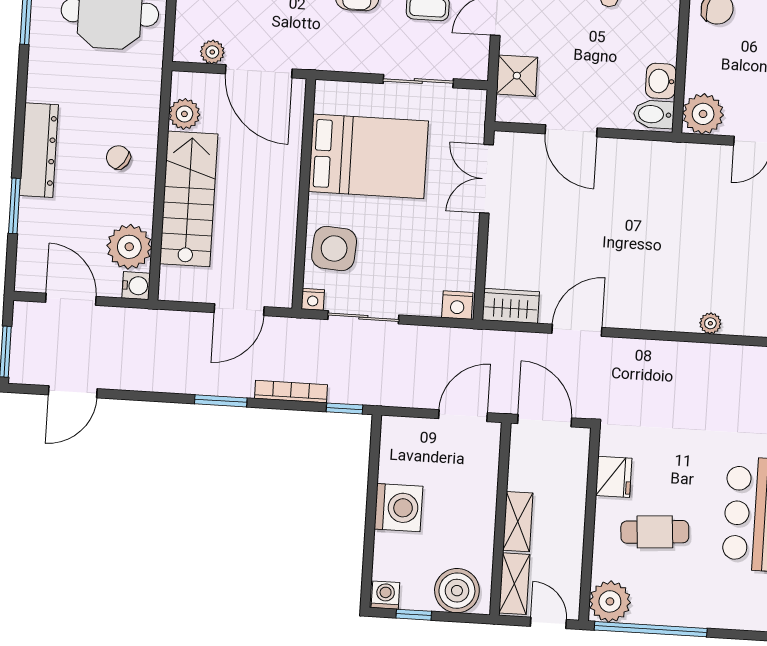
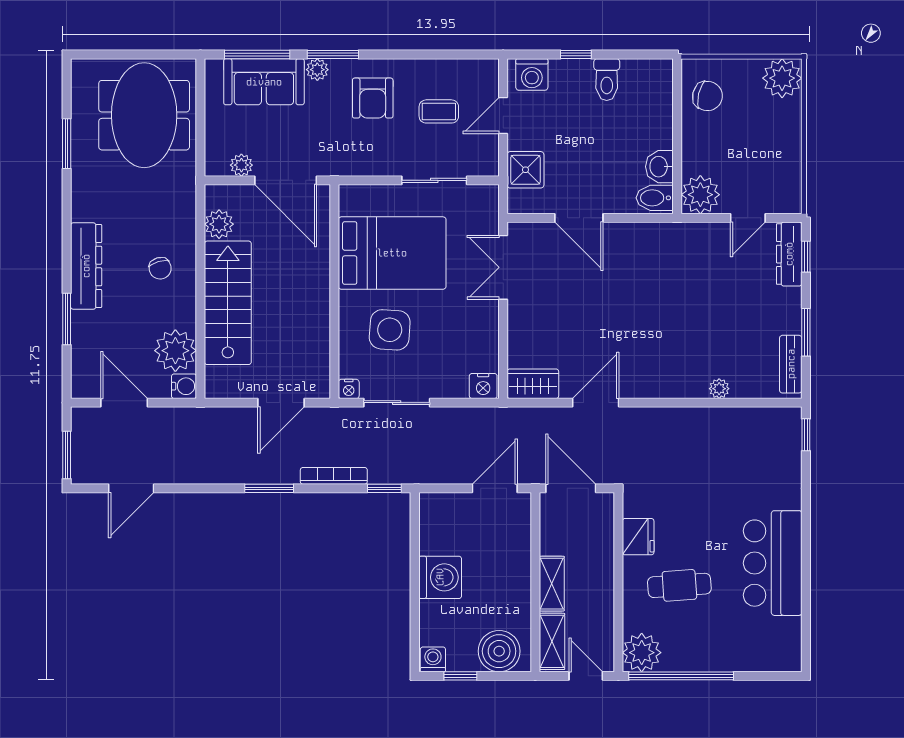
chair: (118, 157) -> (160, 268), turned -141
side table: (334, 248) -> (390, 330), moved

